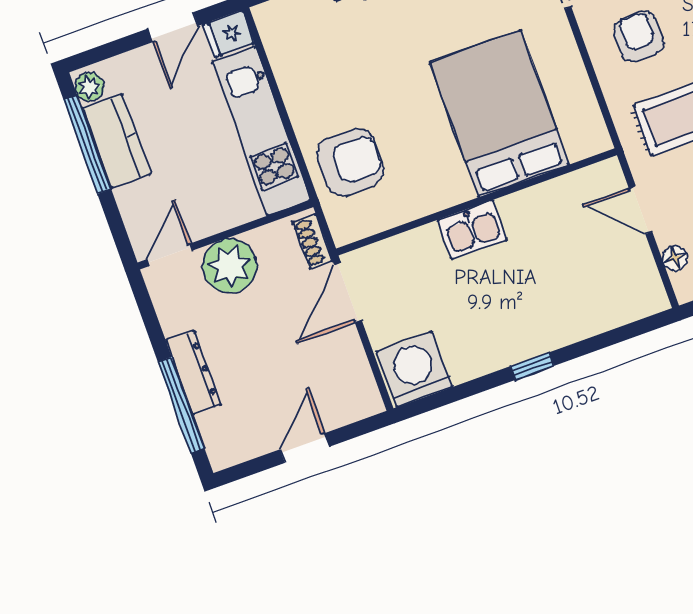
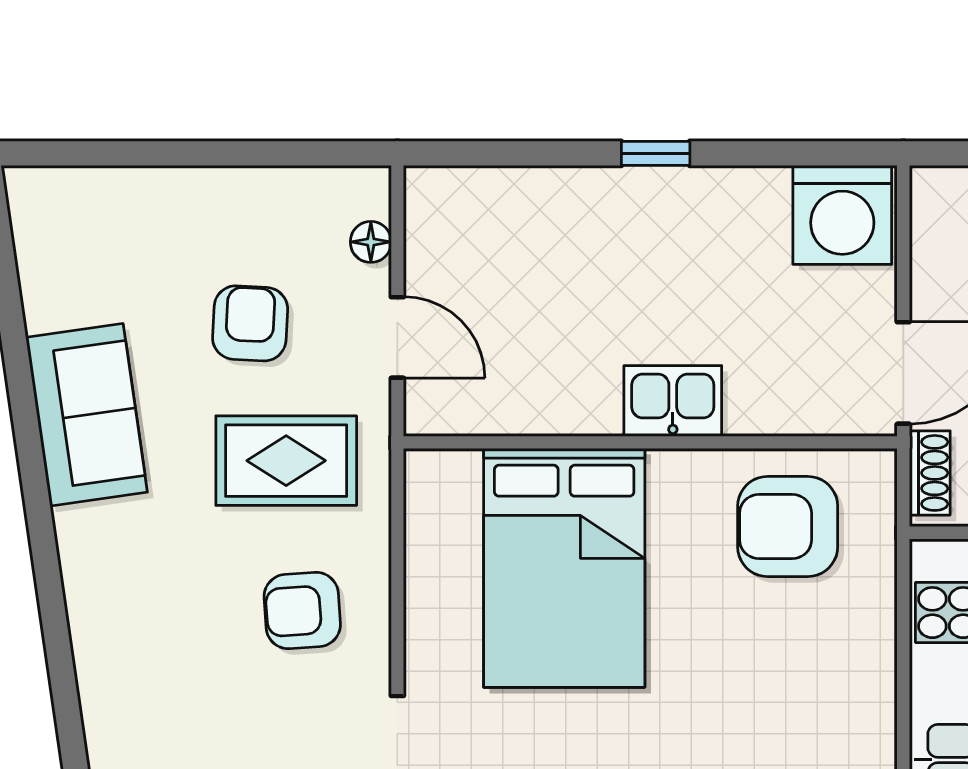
armchair: (639, 36) -> (302, 611), turned 86
armchair: (350, 162) -> (788, 527), moved

